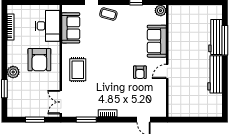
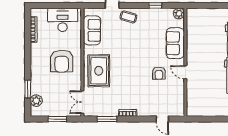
desk: (48, 26) -> (63, 20), moved, turned -90
rug: (78, 70) -> (99, 71), width x1.36, depth x1.43
door: (167, 71) -> (185, 72), hinge flipped
plant: (13, 72) -> (36, 101), moved

